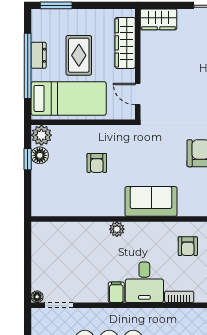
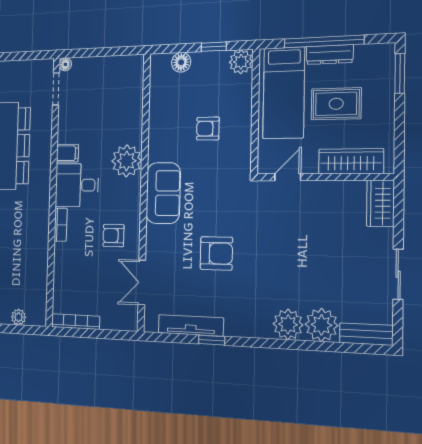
dresser: (39, 55) -> (330, 55), width x1.44
floor lamp: (40, 155) -> (181, 62), moved
plant: (117, 229) -> (127, 161), width x1.88, depth x1.88

